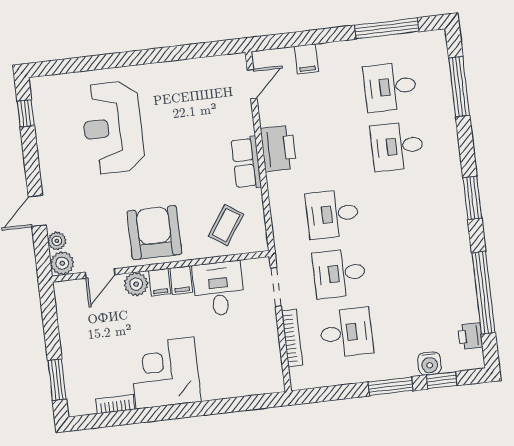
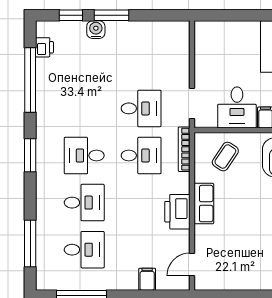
desk: (346, 333) -> (84, 156), moved
bookcase: (292, 338) -> (184, 149), moved
water cooler: (429, 363) -> (96, 30), moved

